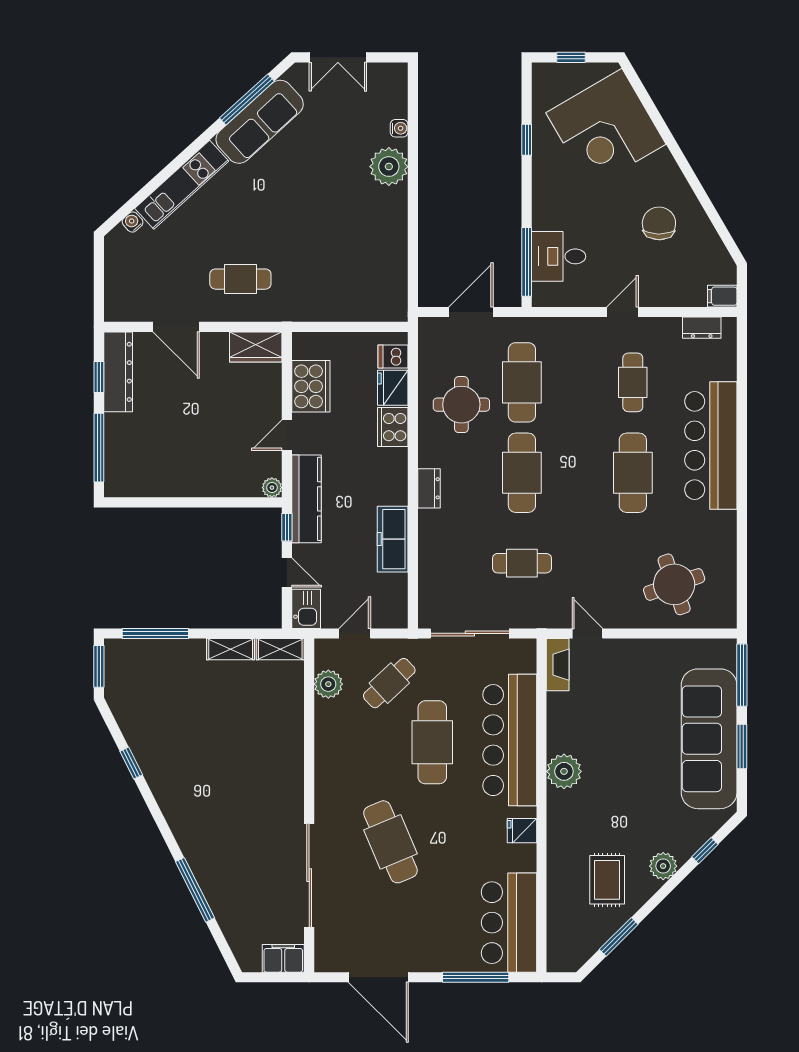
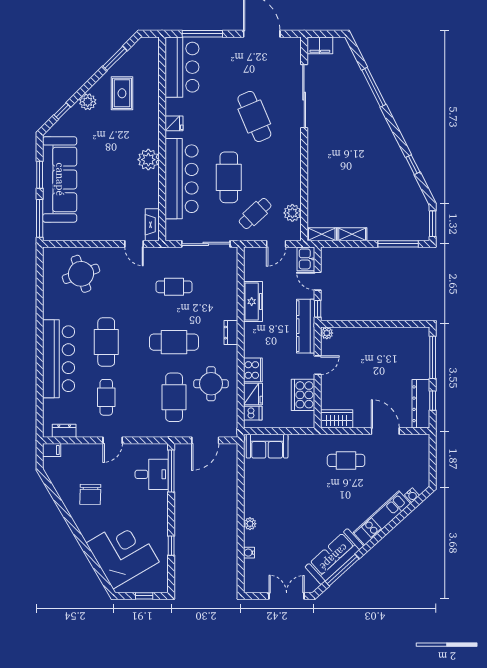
plant: (389, 167) -> (250, 524), width x0.53, depth x0.53
sofa: (370, 302) -> (267, 446), added
cafe table: (522, 473) -> (174, 342), turned 90

